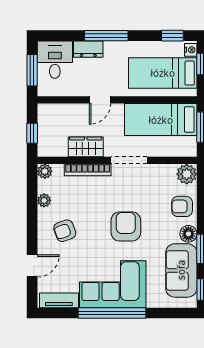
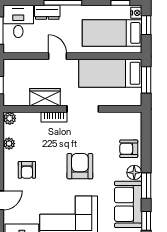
door: (100, 100) -> (58, 56), swing flipped
bookcase: (88, 170) -> (54, 117), width x0.64
plant: (187, 174) -> (133, 121), removed
armchair: (65, 231) -> (27, 170), turned -70

